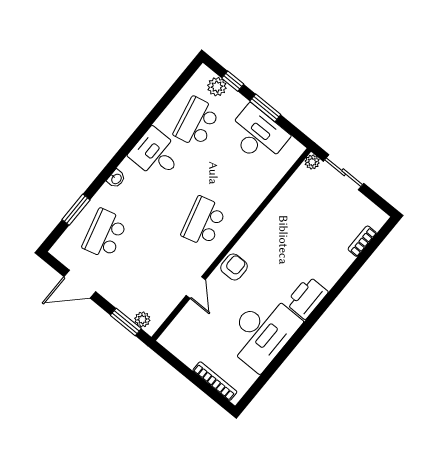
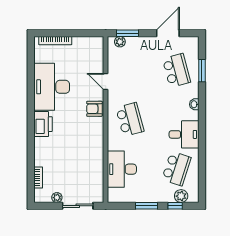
school desk: (197, 122) -> (176, 169), turned 30
desk: (258, 135) -> (122, 169), moved, turned 90
plant: (312, 162) -> (57, 198), moved
armchair: (234, 267) -> (94, 109), turned 90

